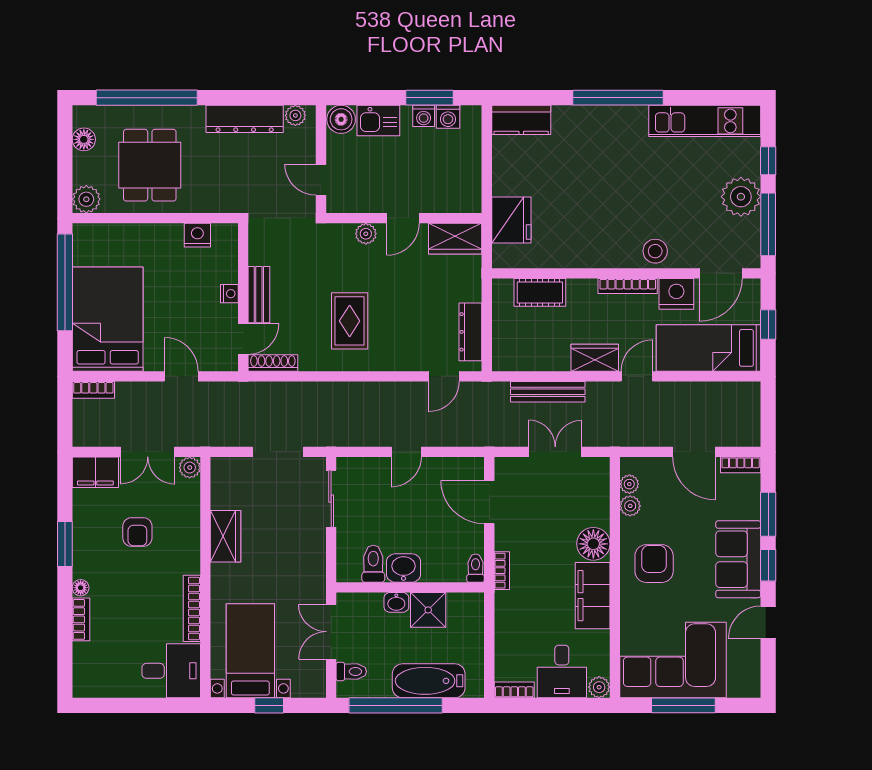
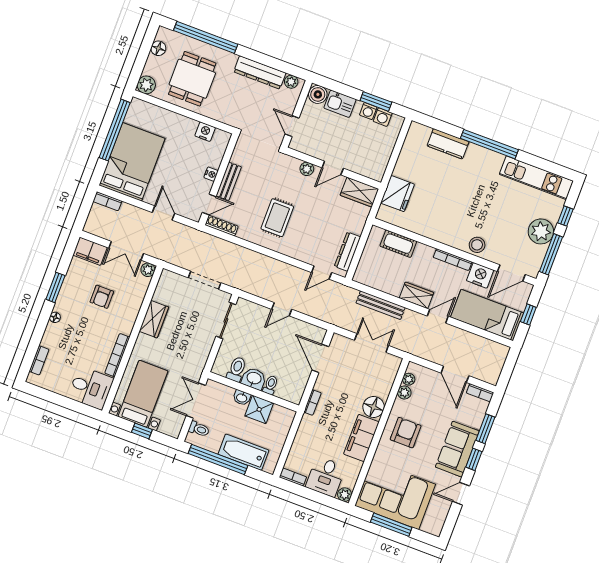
kitchen counter: (521, 120) -> (448, 144), moved
toilet: (476, 568) -> (270, 385), moved
bookcase: (81, 619) -> (39, 360), moved

